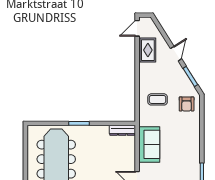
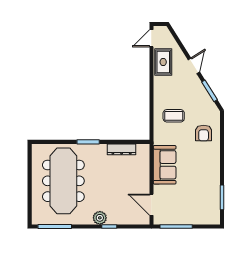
armchair: (187, 104) -> (204, 133), moved
dresser: (122, 130) -> (122, 149), moved

